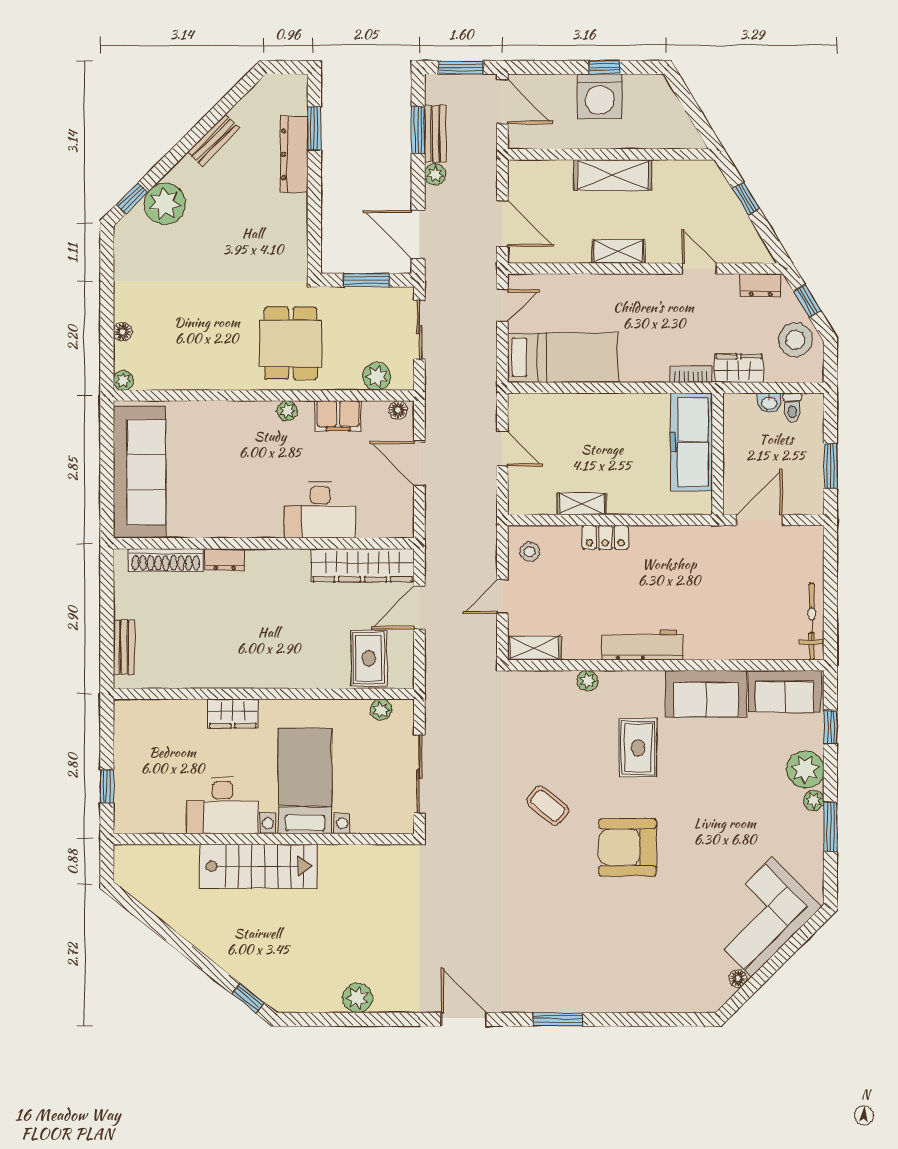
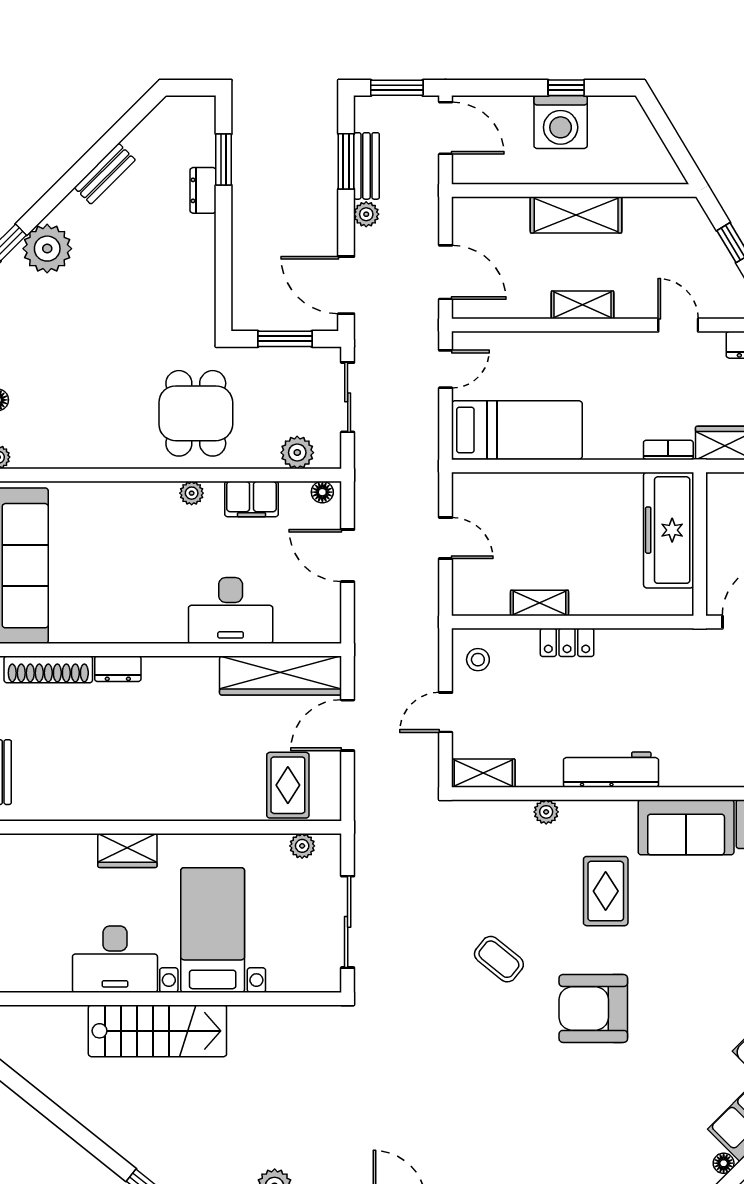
dresser: (294, 154) -> (203, 190), width x0.51, depth x0.80

